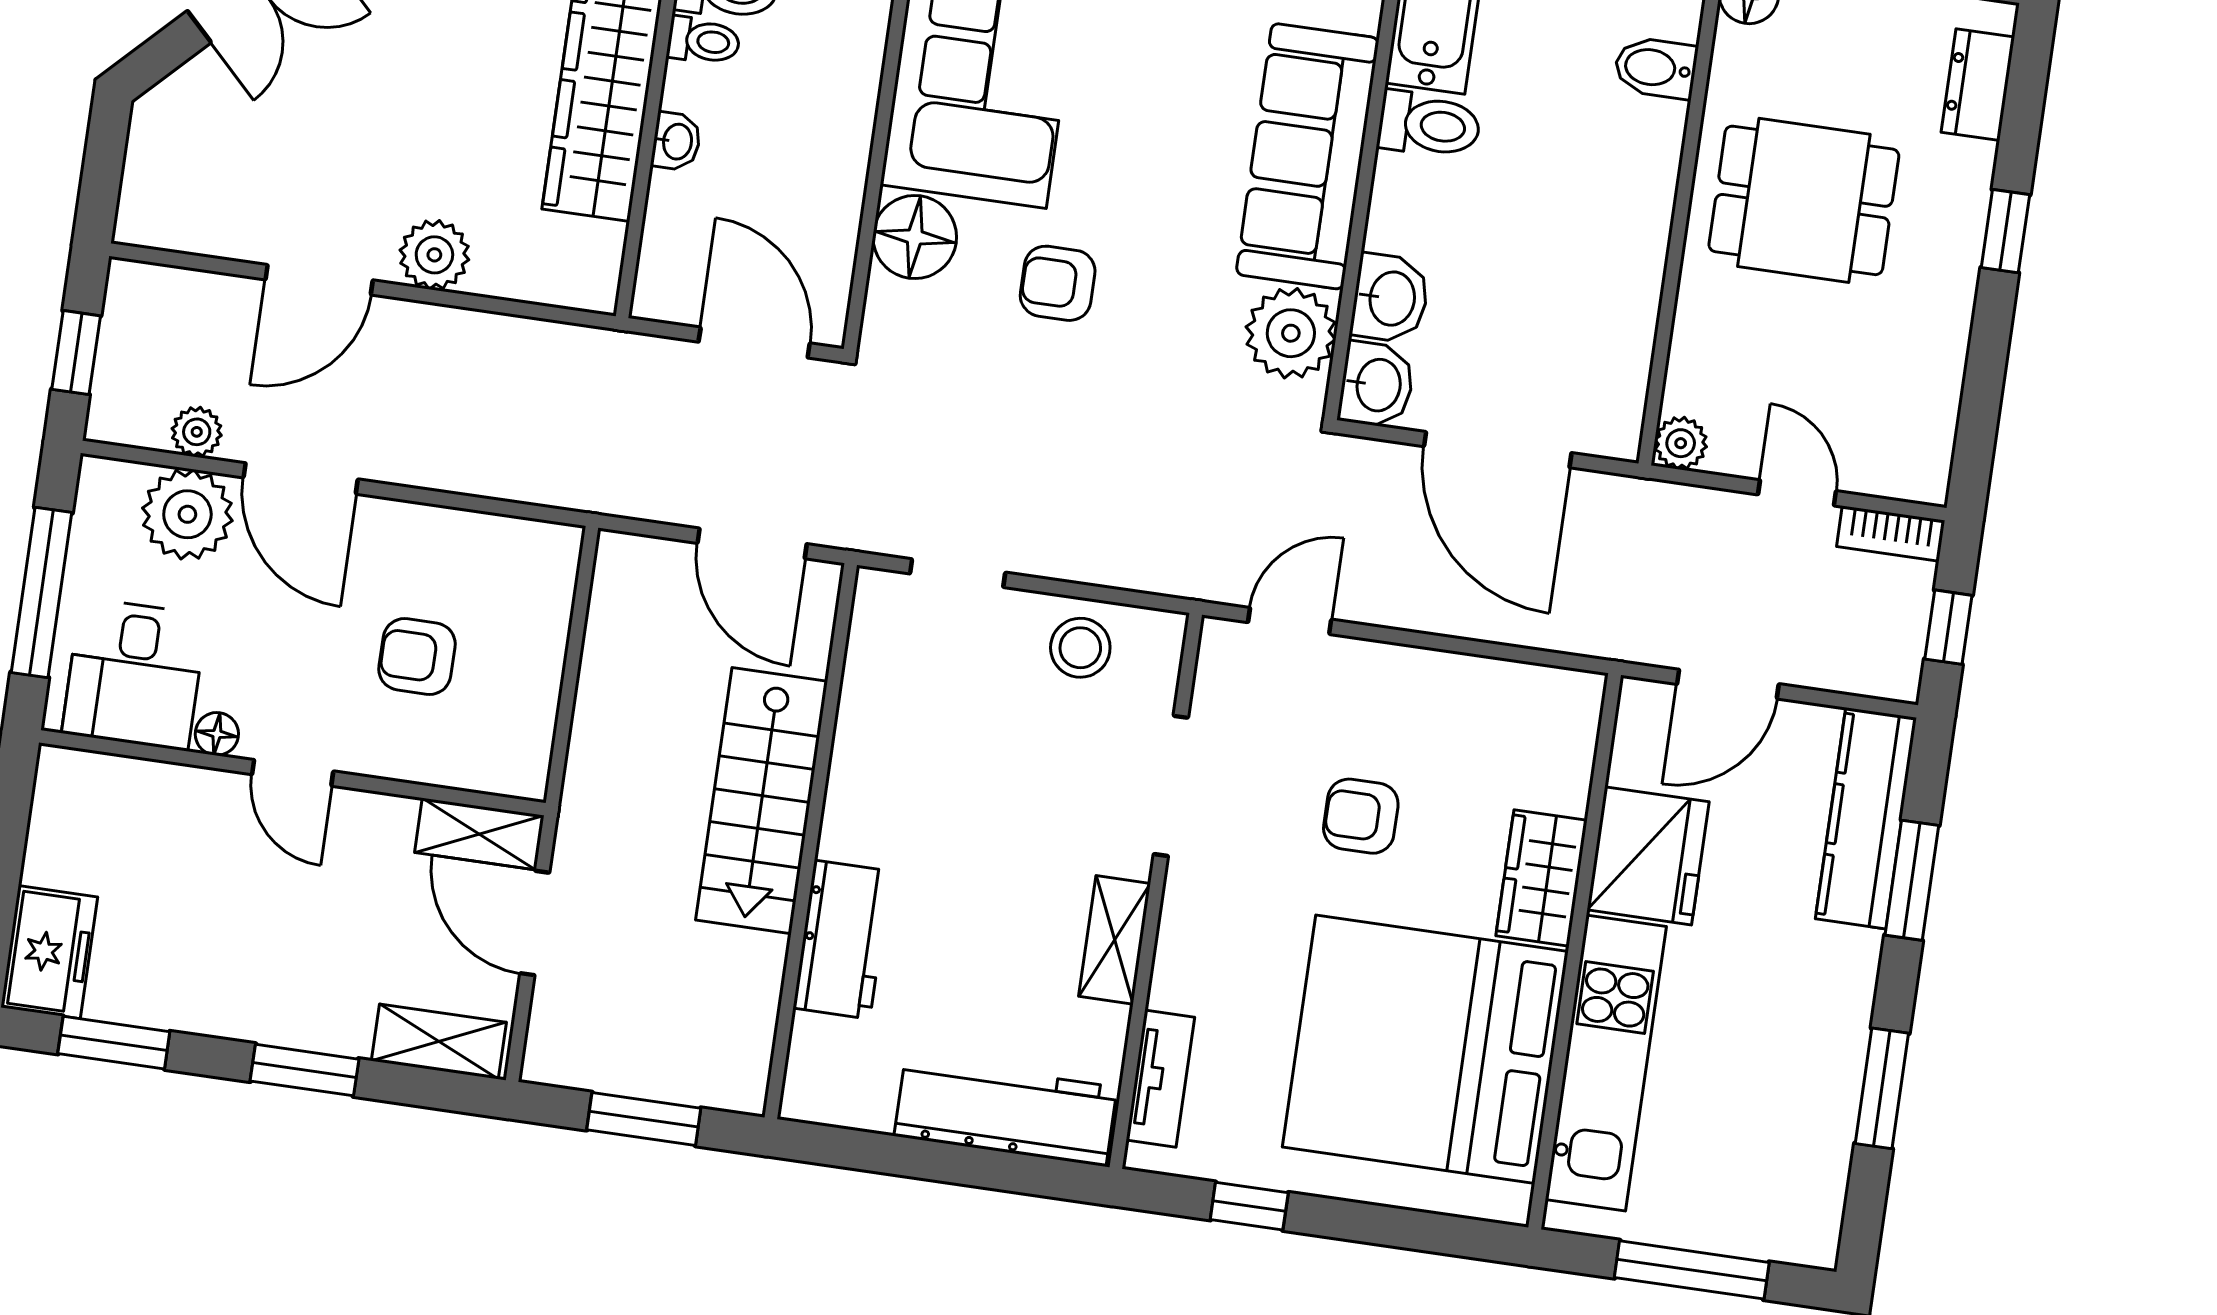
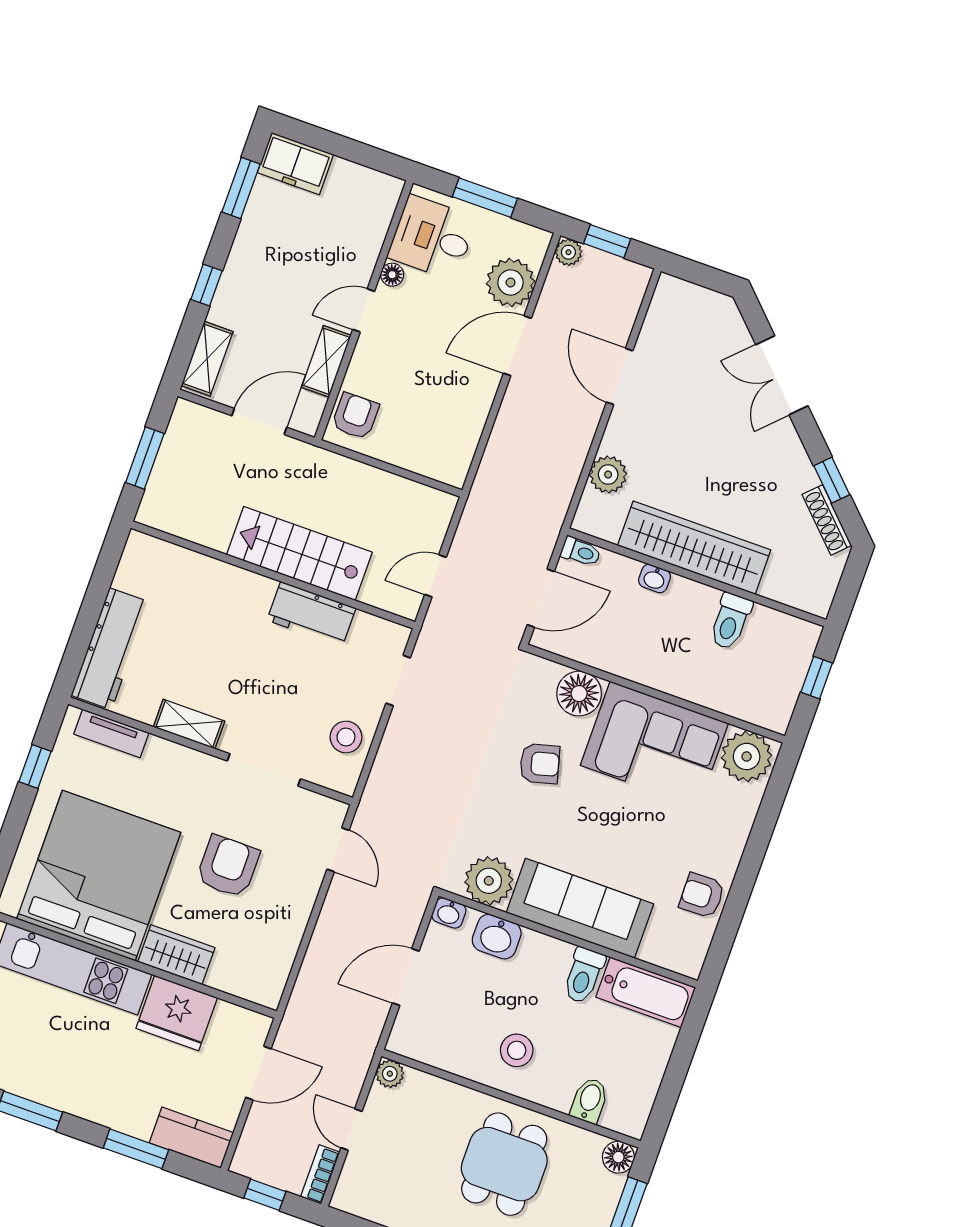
toilet: (704, 41) -> (581, 552), moved, turned -90
stool: (1591, 220) -> (517, 1050), added
plant: (434, 255) -> (608, 475), moved
armchair: (1058, 283) -> (540, 764), turned 75
washbasin: (1377, 385) -> (449, 913), width x0.72, depth x0.69
plant: (197, 432) -> (568, 252), moved
door: (1498, 450) -> (406, 977), width x0.73
door: (1797, 493) -> (351, 1130), swing flipped
door: (752, 543) -> (435, 576), width x0.73
window: (42, 593) -> (485, 198), width x0.69
armchair: (417, 657) -> (355, 416), moved
door: (1728, 684) -> (258, 1073), swing flipped
armchair: (1361, 816) -> (228, 866), width x1.38, depth x1.38
kitchen counter: (1866, 818) -> (191, 1138), width x0.67
shelving: (479, 834) -> (326, 361), moved
workbench: (842, 940) -> (311, 614), moved
window: (304, 1070) -> (206, 285), width x0.67

